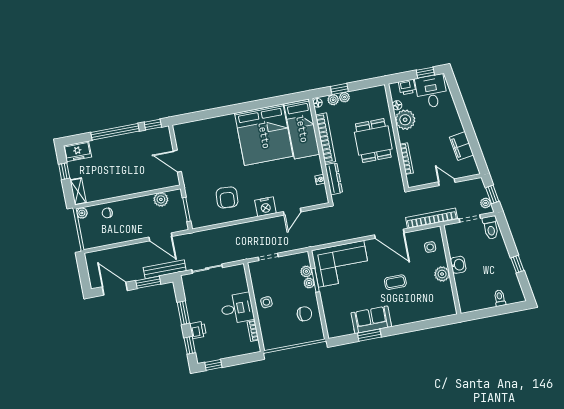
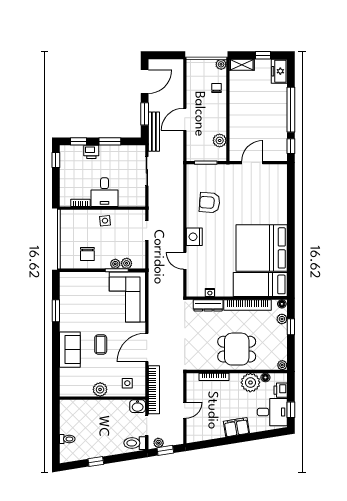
plant: (344, 97) -> (282, 365), moved
filing cabinet: (462, 146) -> (236, 427), moved
door: (160, 237) -> (185, 119), moved
washbasin: (458, 265) -> (138, 406), moved
sofa: (371, 320) -> (70, 350), moved

